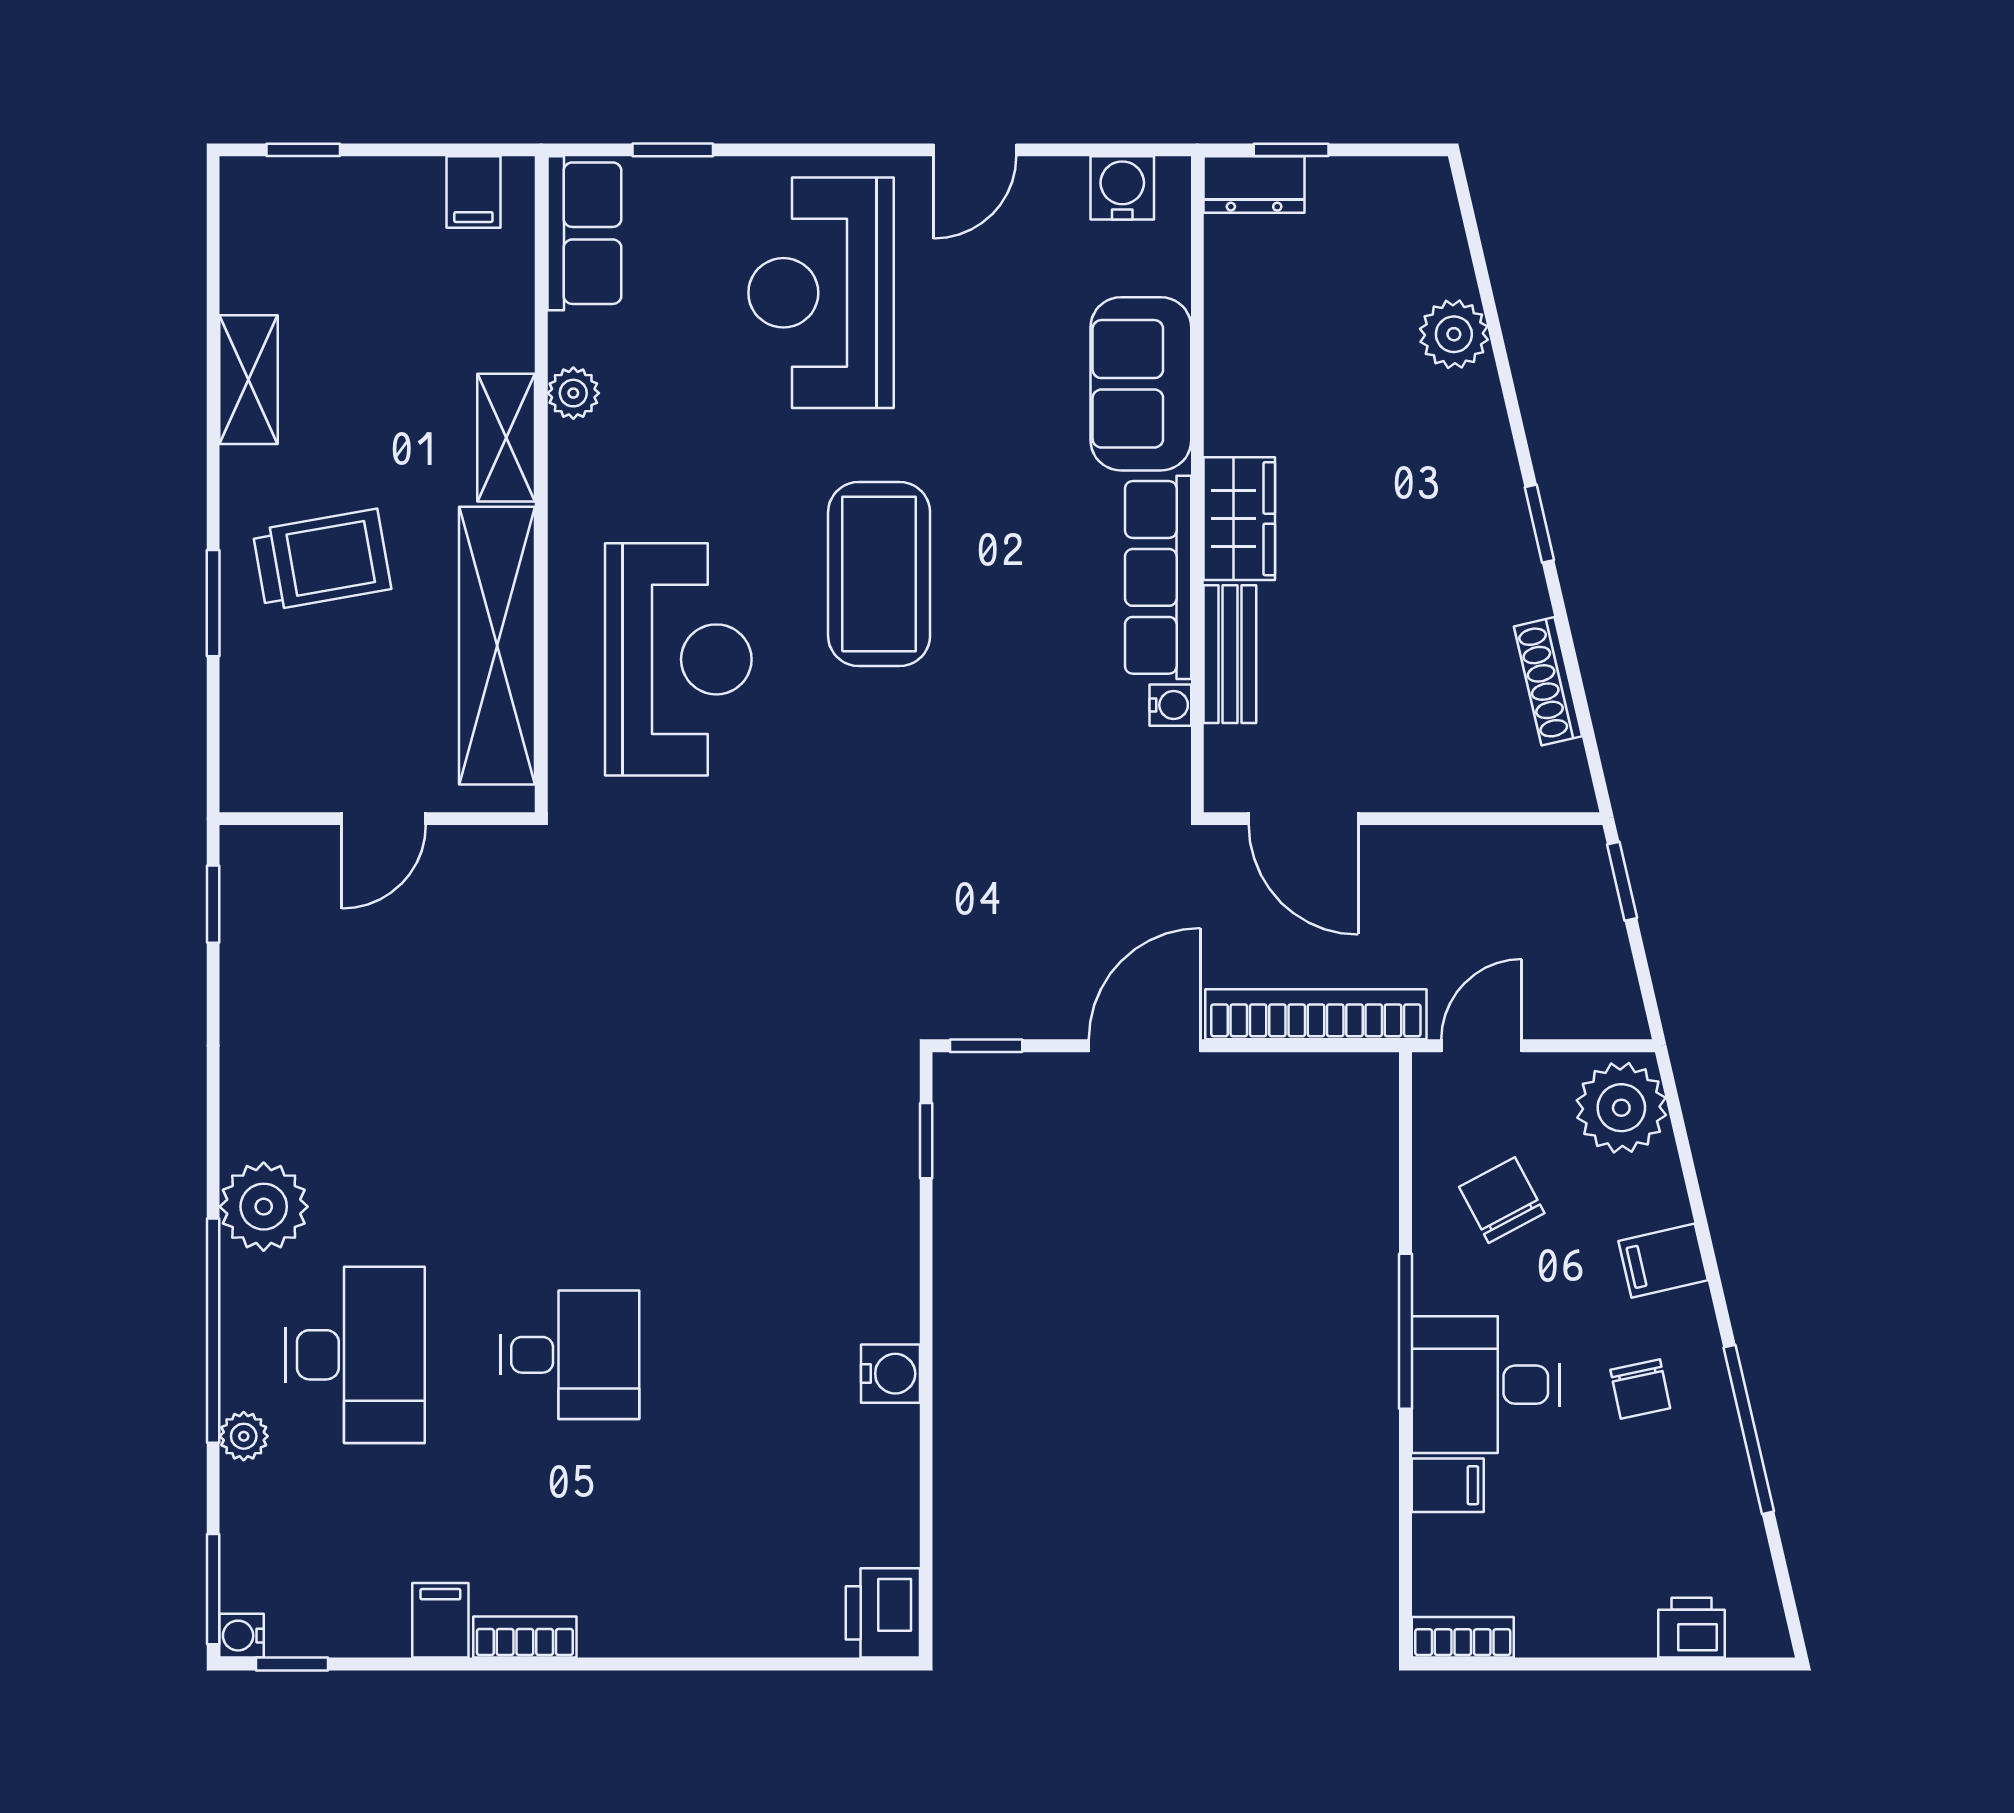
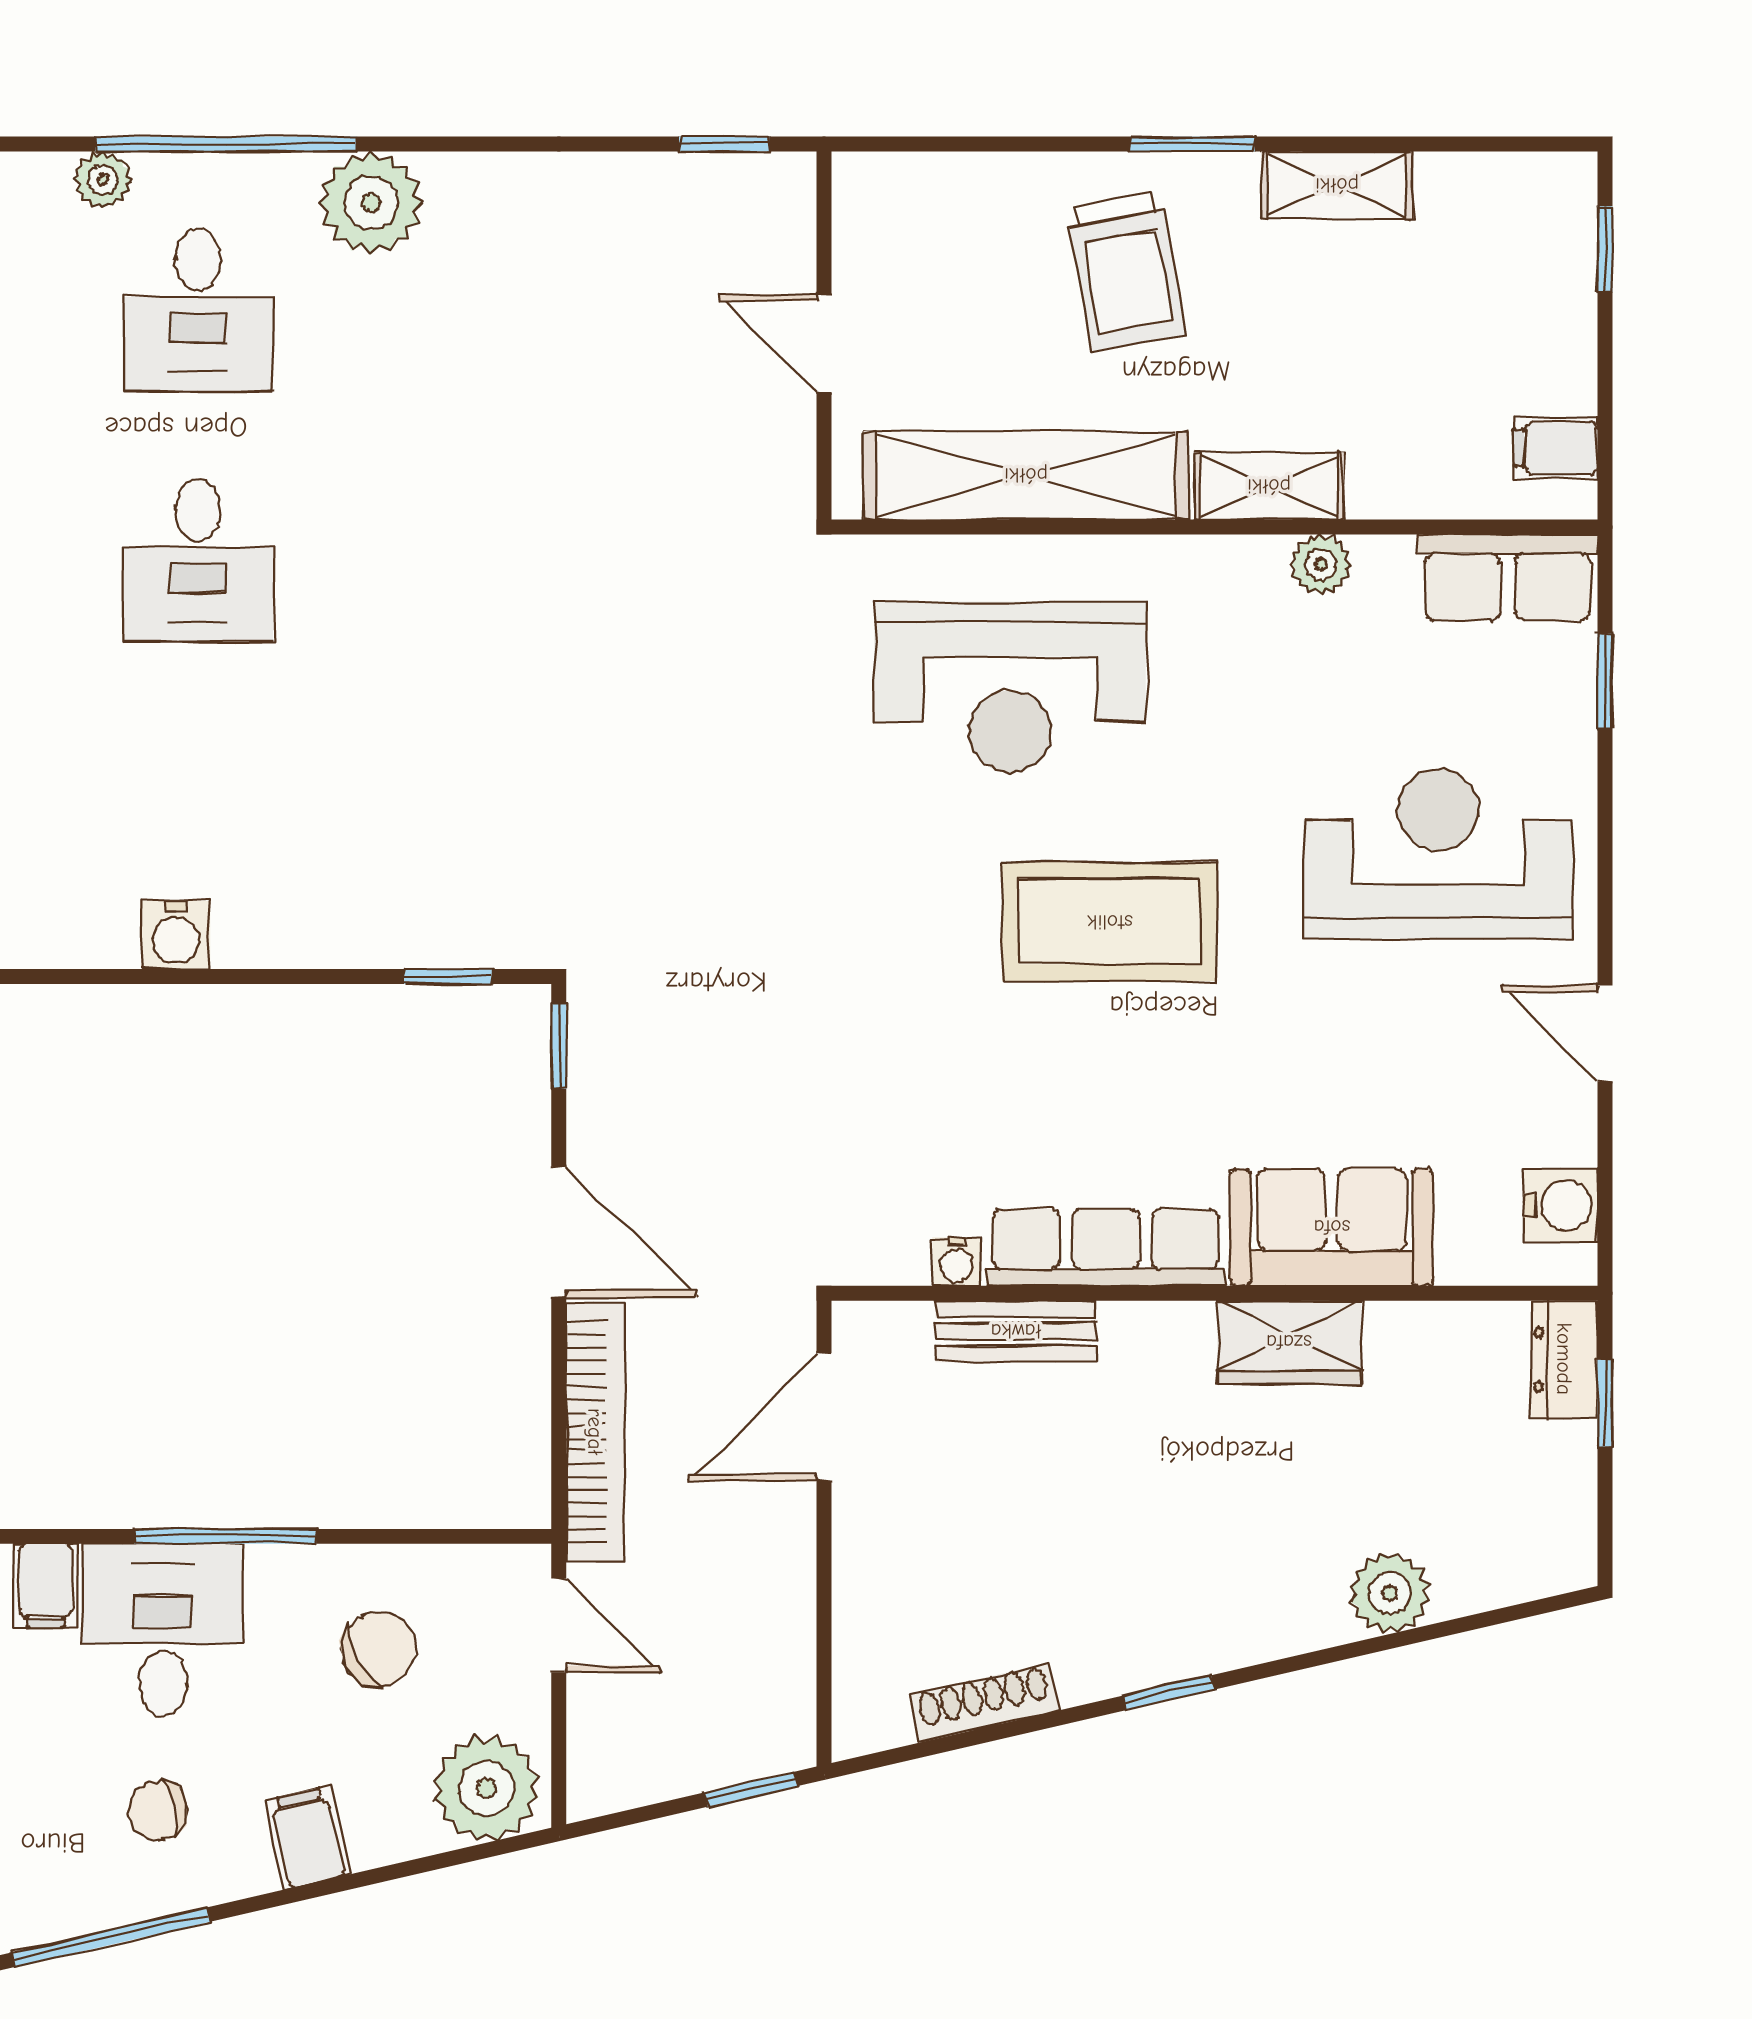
wardrobe: (1239, 519) -> (1289, 1342), moved
window: (213, 603) -> (1192, 144), moved
desk: (355, 1355) -> (198, 310), width x0.73

